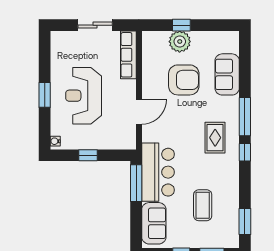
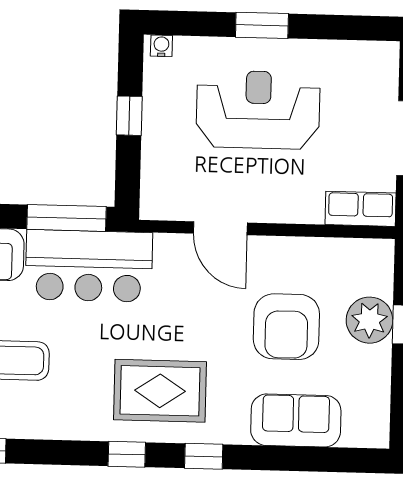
row of seats: (128, 55) -> (361, 209), width x0.68
window: (245, 117) -> (204, 456), width x0.46
rug: (215, 138) -> (160, 391), width x1.36, depth x1.43

